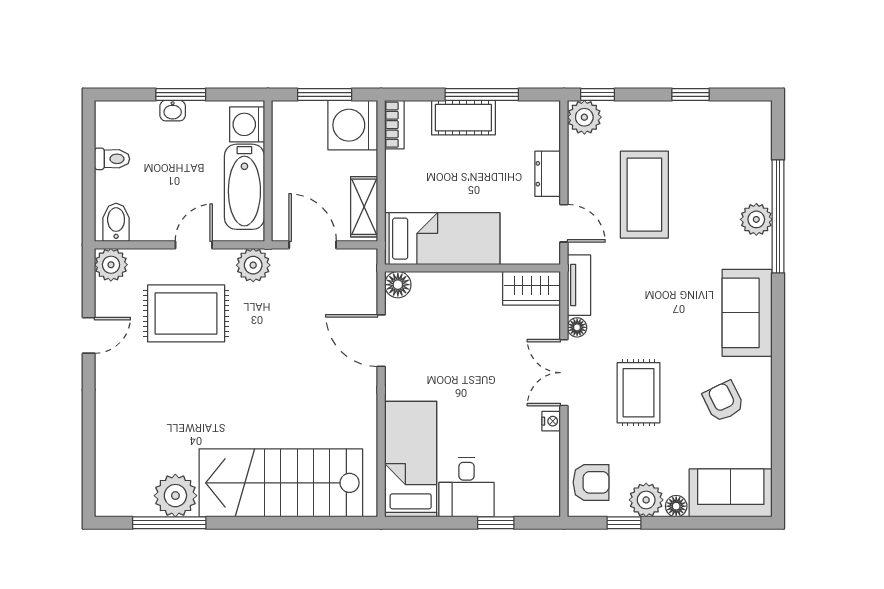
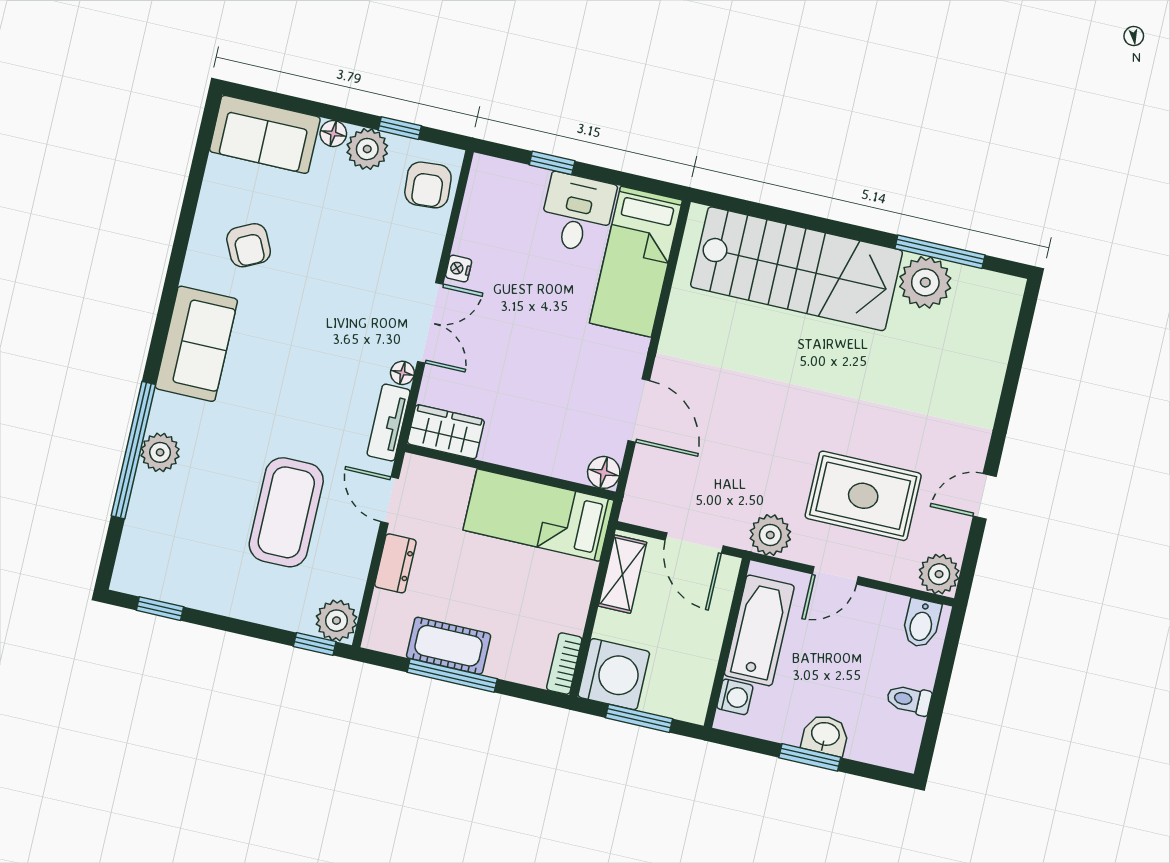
window: (691, 94) -> (160, 609), moved
washbasin: (173, 111) -> (825, 735), width x1.38, depth x1.45
cot: (463, 118) -> (449, 646), moved
washing machine: (247, 124) -> (735, 697), width x0.73, depth x0.73
rug: (639, 393) -> (347, 278), removed
armchair: (591, 482) -> (428, 185), turned -94

